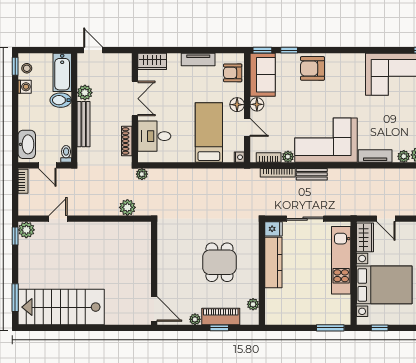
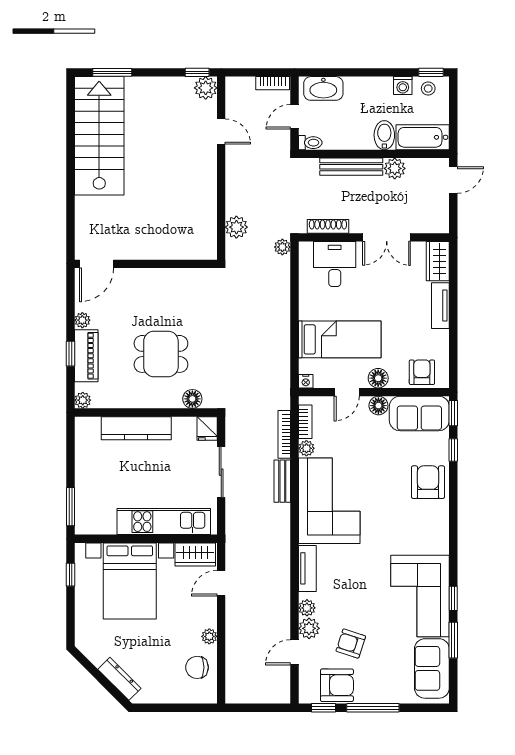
window: (397, 50) -> (453, 598), added
tv unit: (198, 59) -> (440, 306), moved
floor lamp: (252, 239) -> (192, 399), added
kitchen counter: (273, 263) -> (136, 428), moved
plant: (253, 304) -> (83, 400), moved

